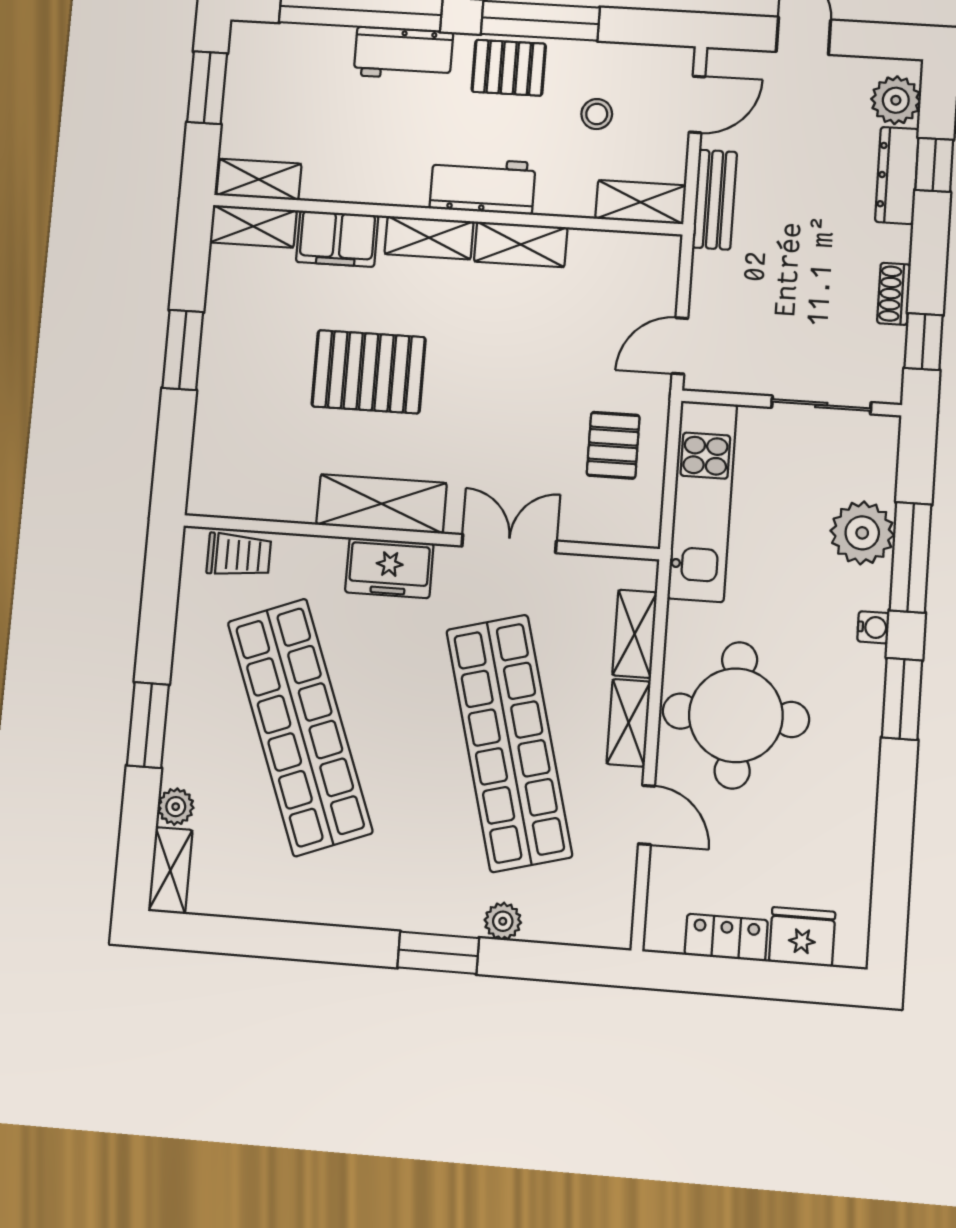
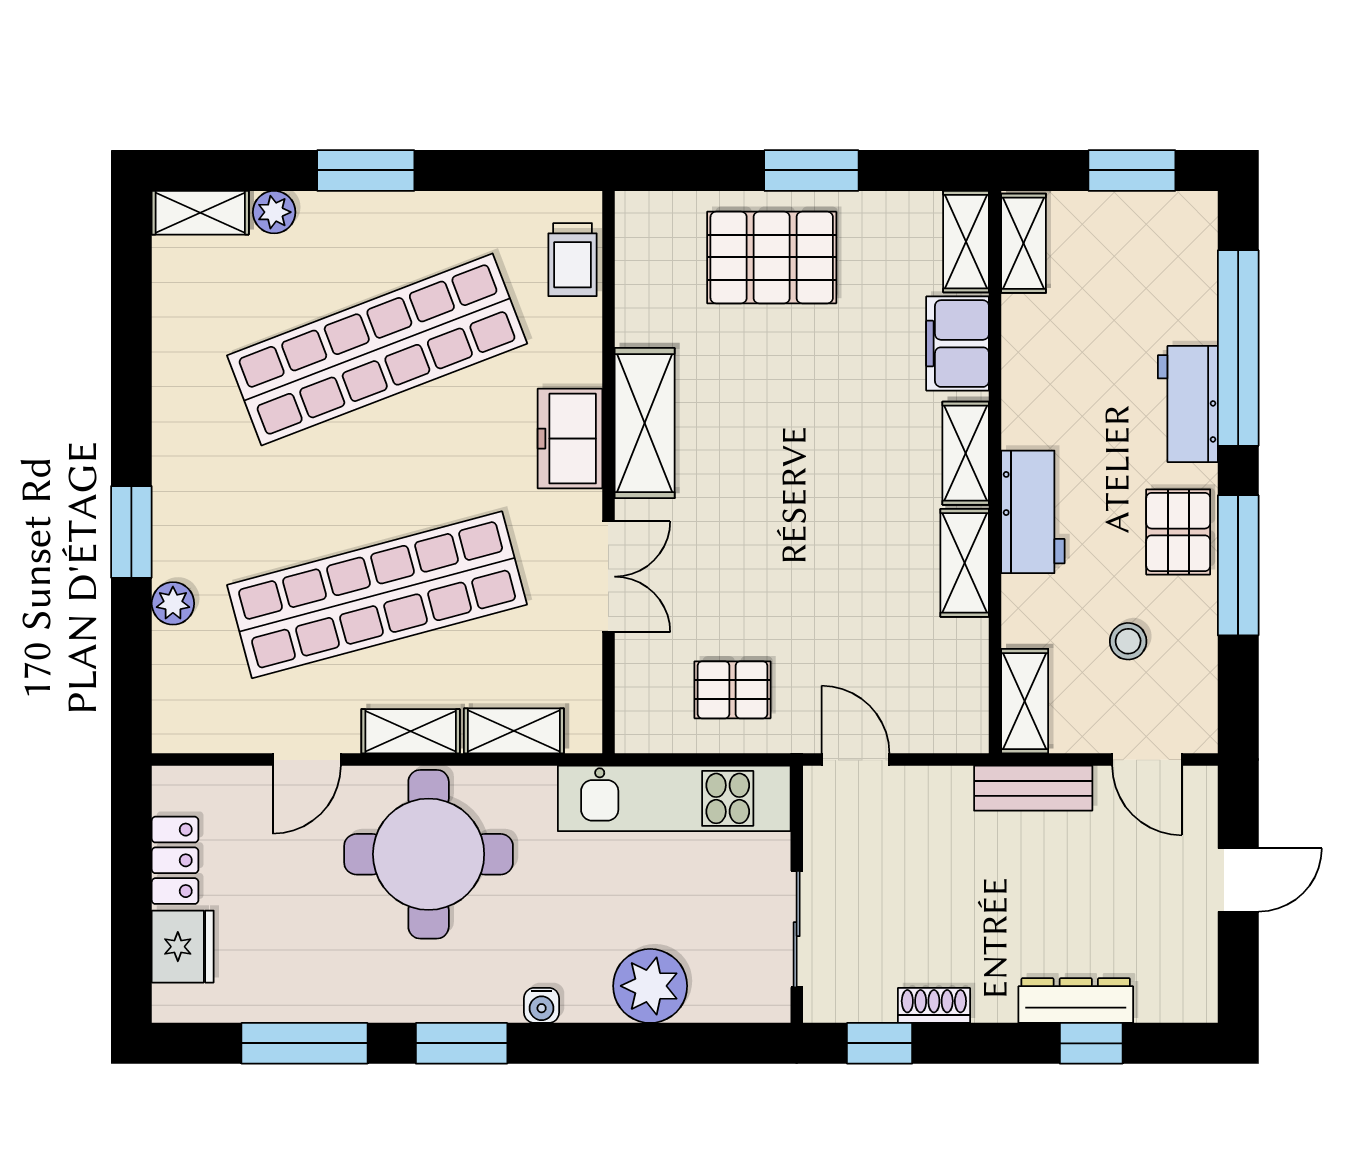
plant: (896, 100) -> (1166, 994), removed
pallet: (369, 372) -> (772, 257), moved, turned 90
window: (911, 557) -> (304, 1043), moved

